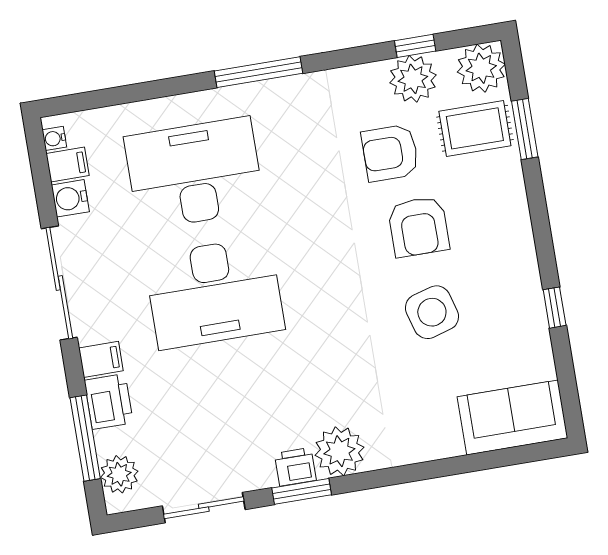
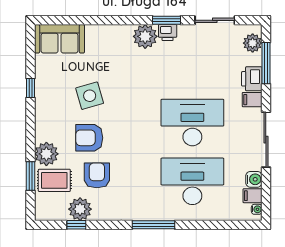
plant: (481, 68) -> (46, 154), moved
armchair: (390, 153) -> (97, 175), turned -90
desk: (194, 173) -> (192, 181), turned 180
armchair: (419, 227) -> (89, 138), turned -90

